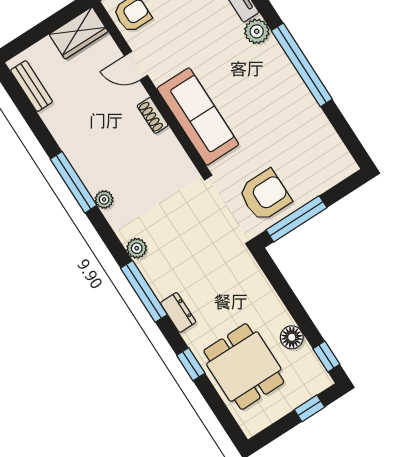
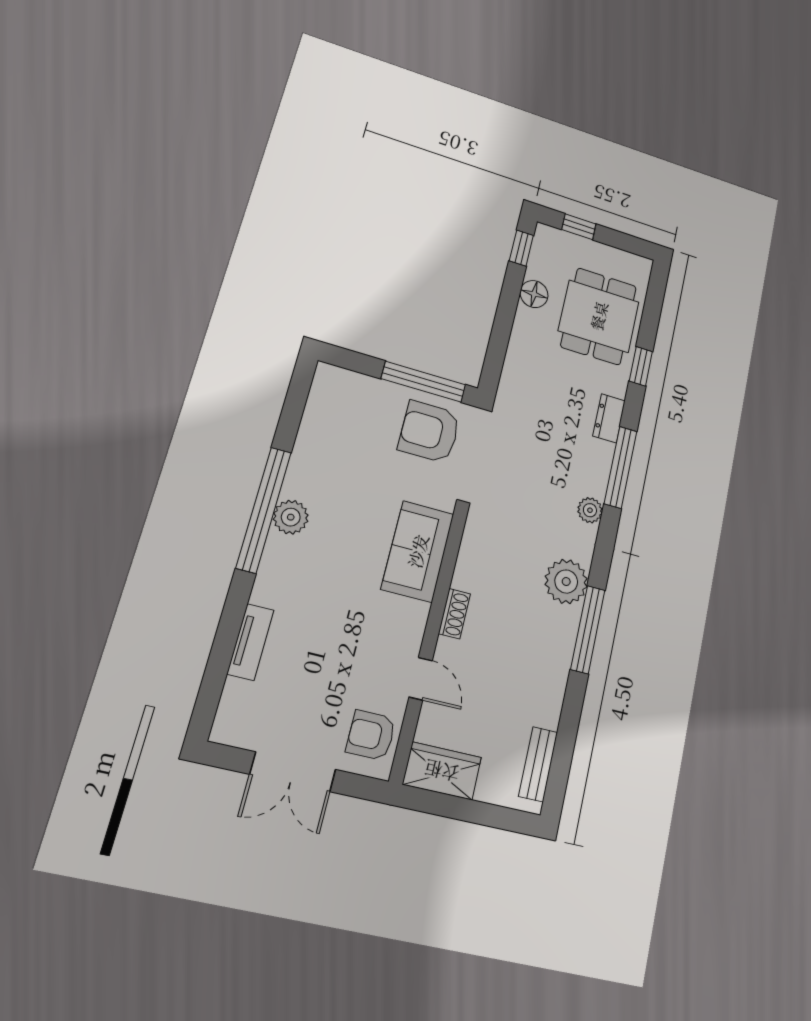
plant: (257, 31) -> (291, 517), moved
sofa: (198, 116) -> (418, 551), width x0.73
plant: (104, 199) -> (566, 582), width x1.88, depth x1.88

